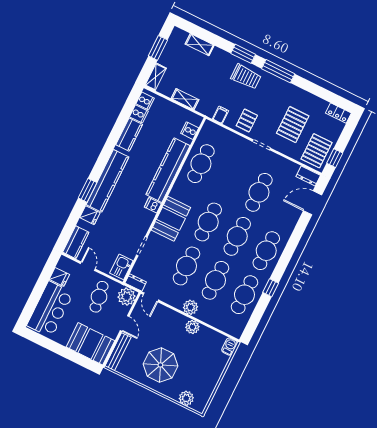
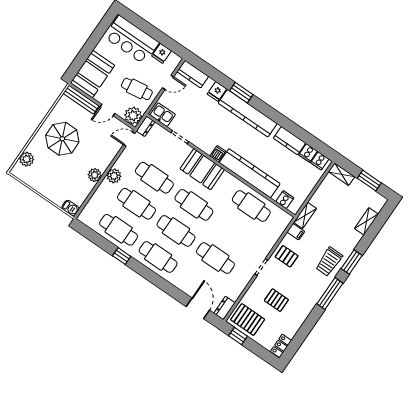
shelving: (185, 99) -> (305, 215), moved
pallet: (293, 125) -> (276, 300), width x0.67, depth x0.71

